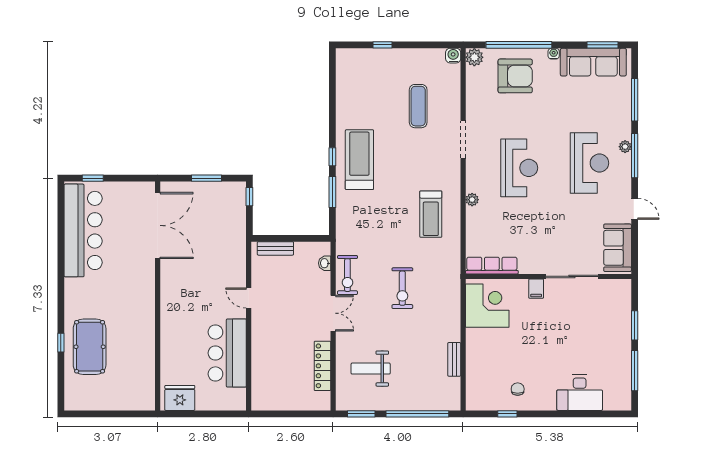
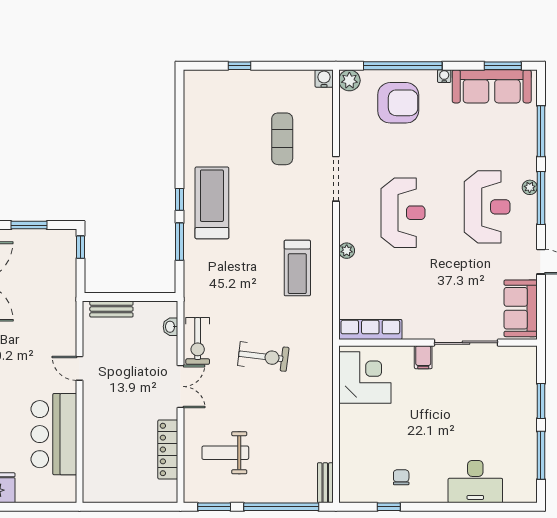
exercise bike: (402, 288) -> (263, 357), turned -83
bench: (454, 359) -> (325, 483), moved

